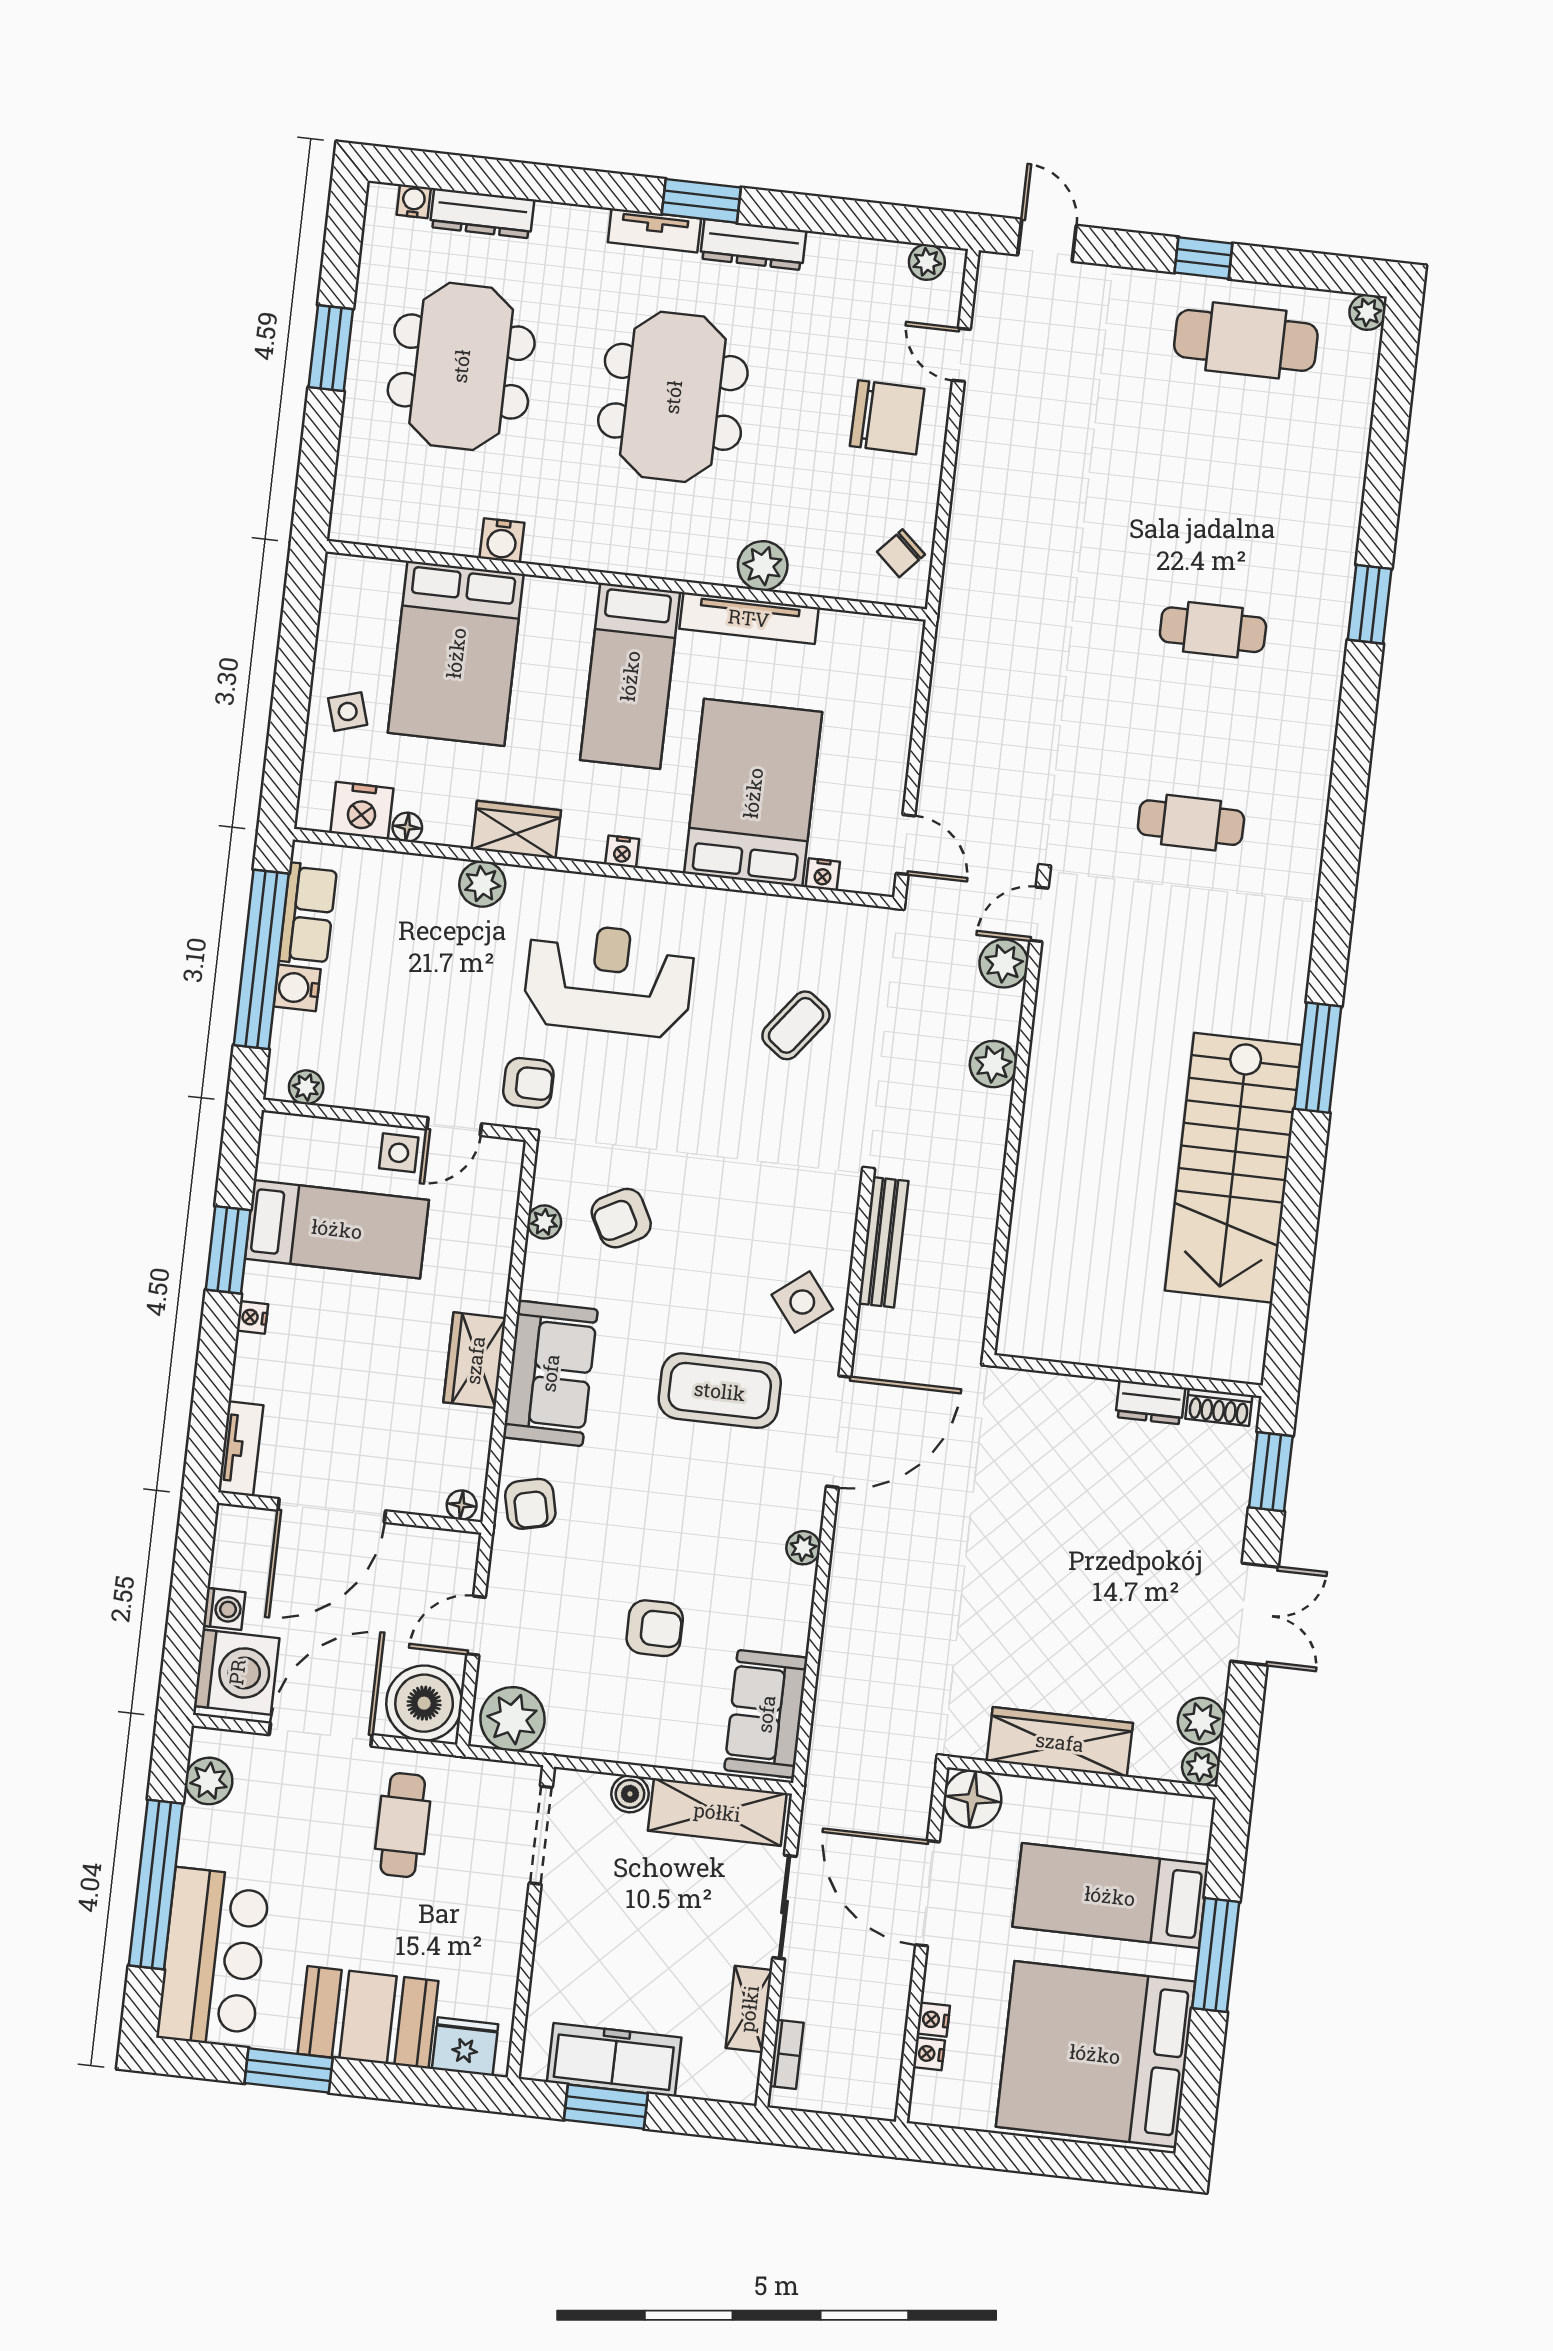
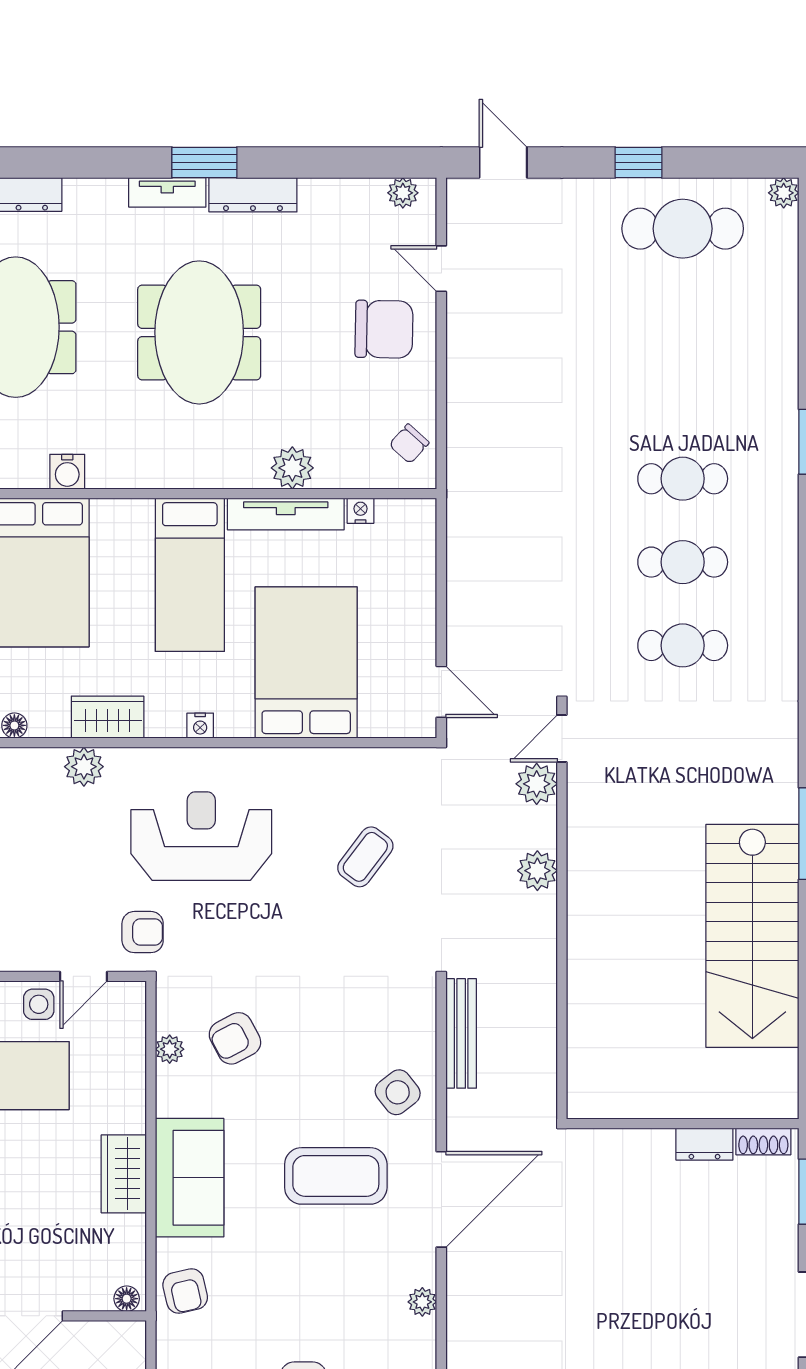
cafe table: (1202, 726) -> (683, 562), added
nightstand: (823, 874) -> (360, 511), moved, turned 180

